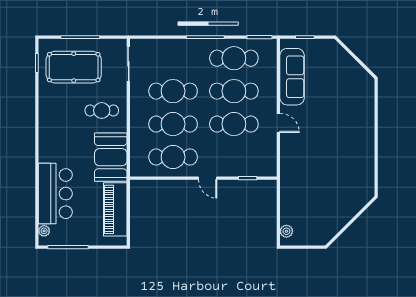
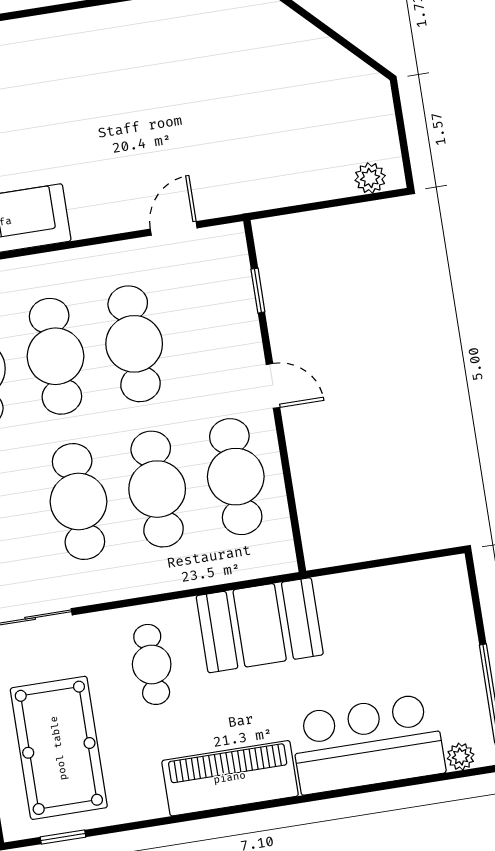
door: (278, 123) -> (174, 228), moved
door: (208, 178) -> (273, 386), hinge flipped
piano: (115, 209) -> (230, 778), moved, turned 180

